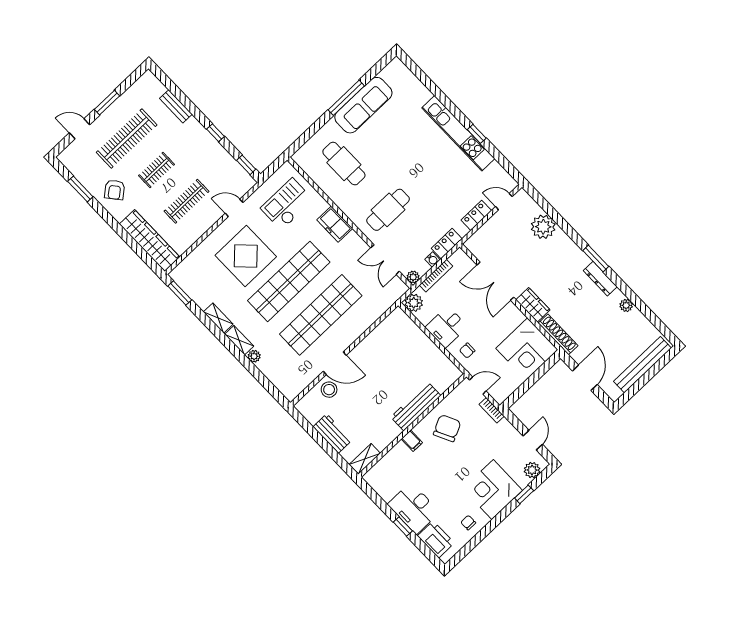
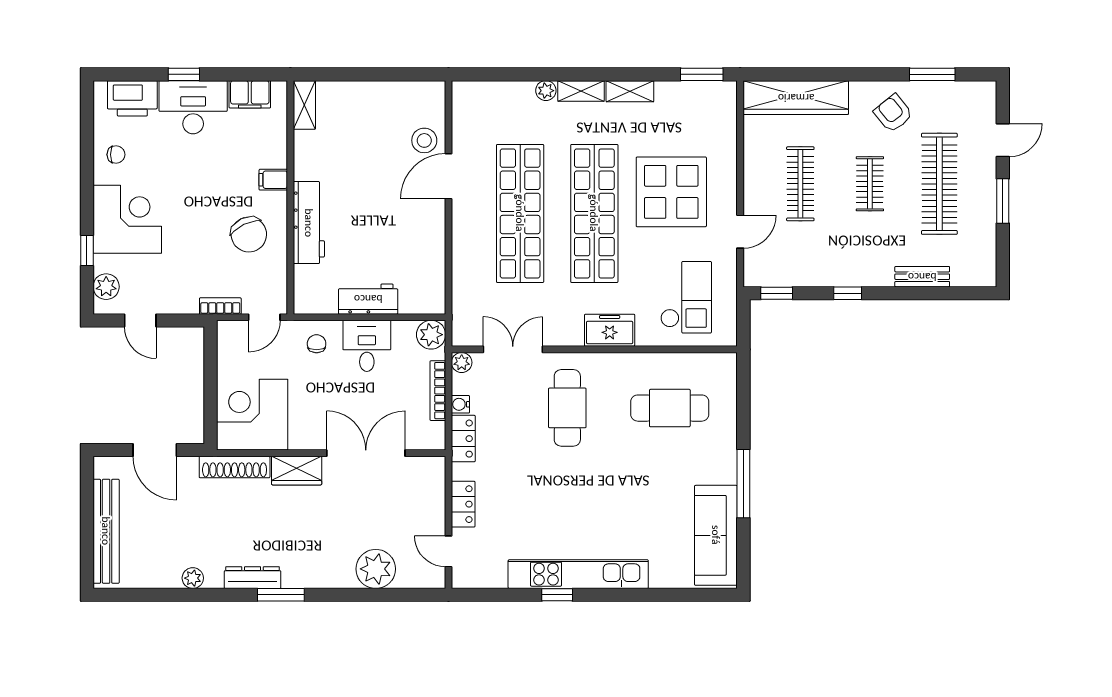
sofa: (363, 105) -> (716, 535), moved
door: (504, 202) -> (449, 551), swing flipped
workbench: (332, 433) -> (368, 299), moved, turned 180
filing cabinet: (383, 488) -> (250, 94), added

